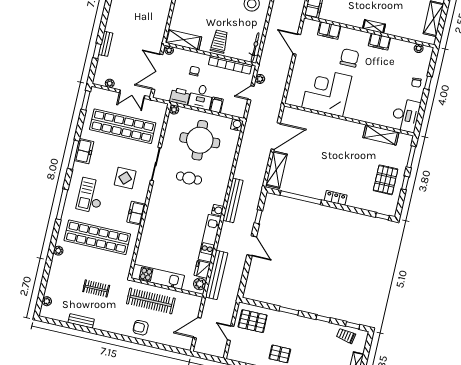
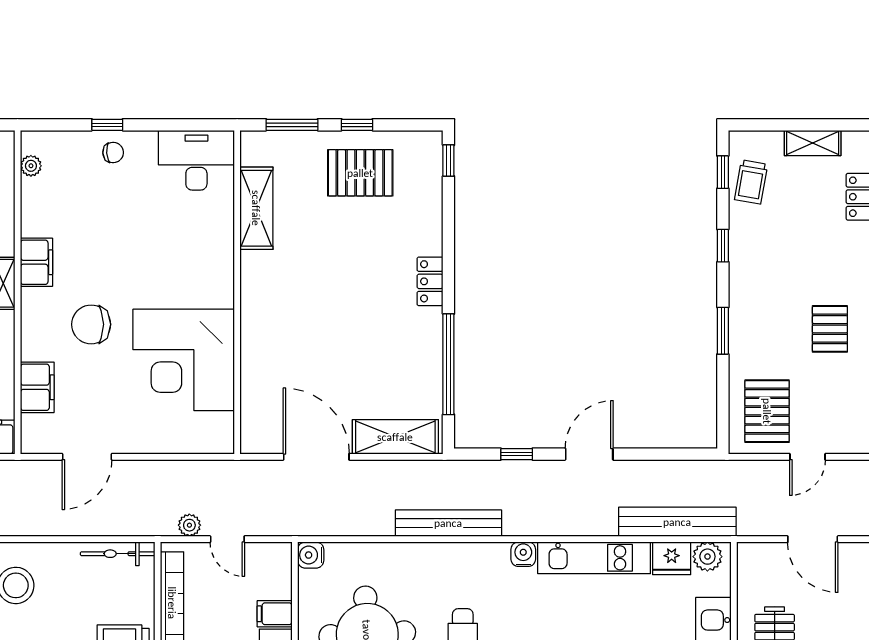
bench: (233, 200) -> (448, 523), moved

